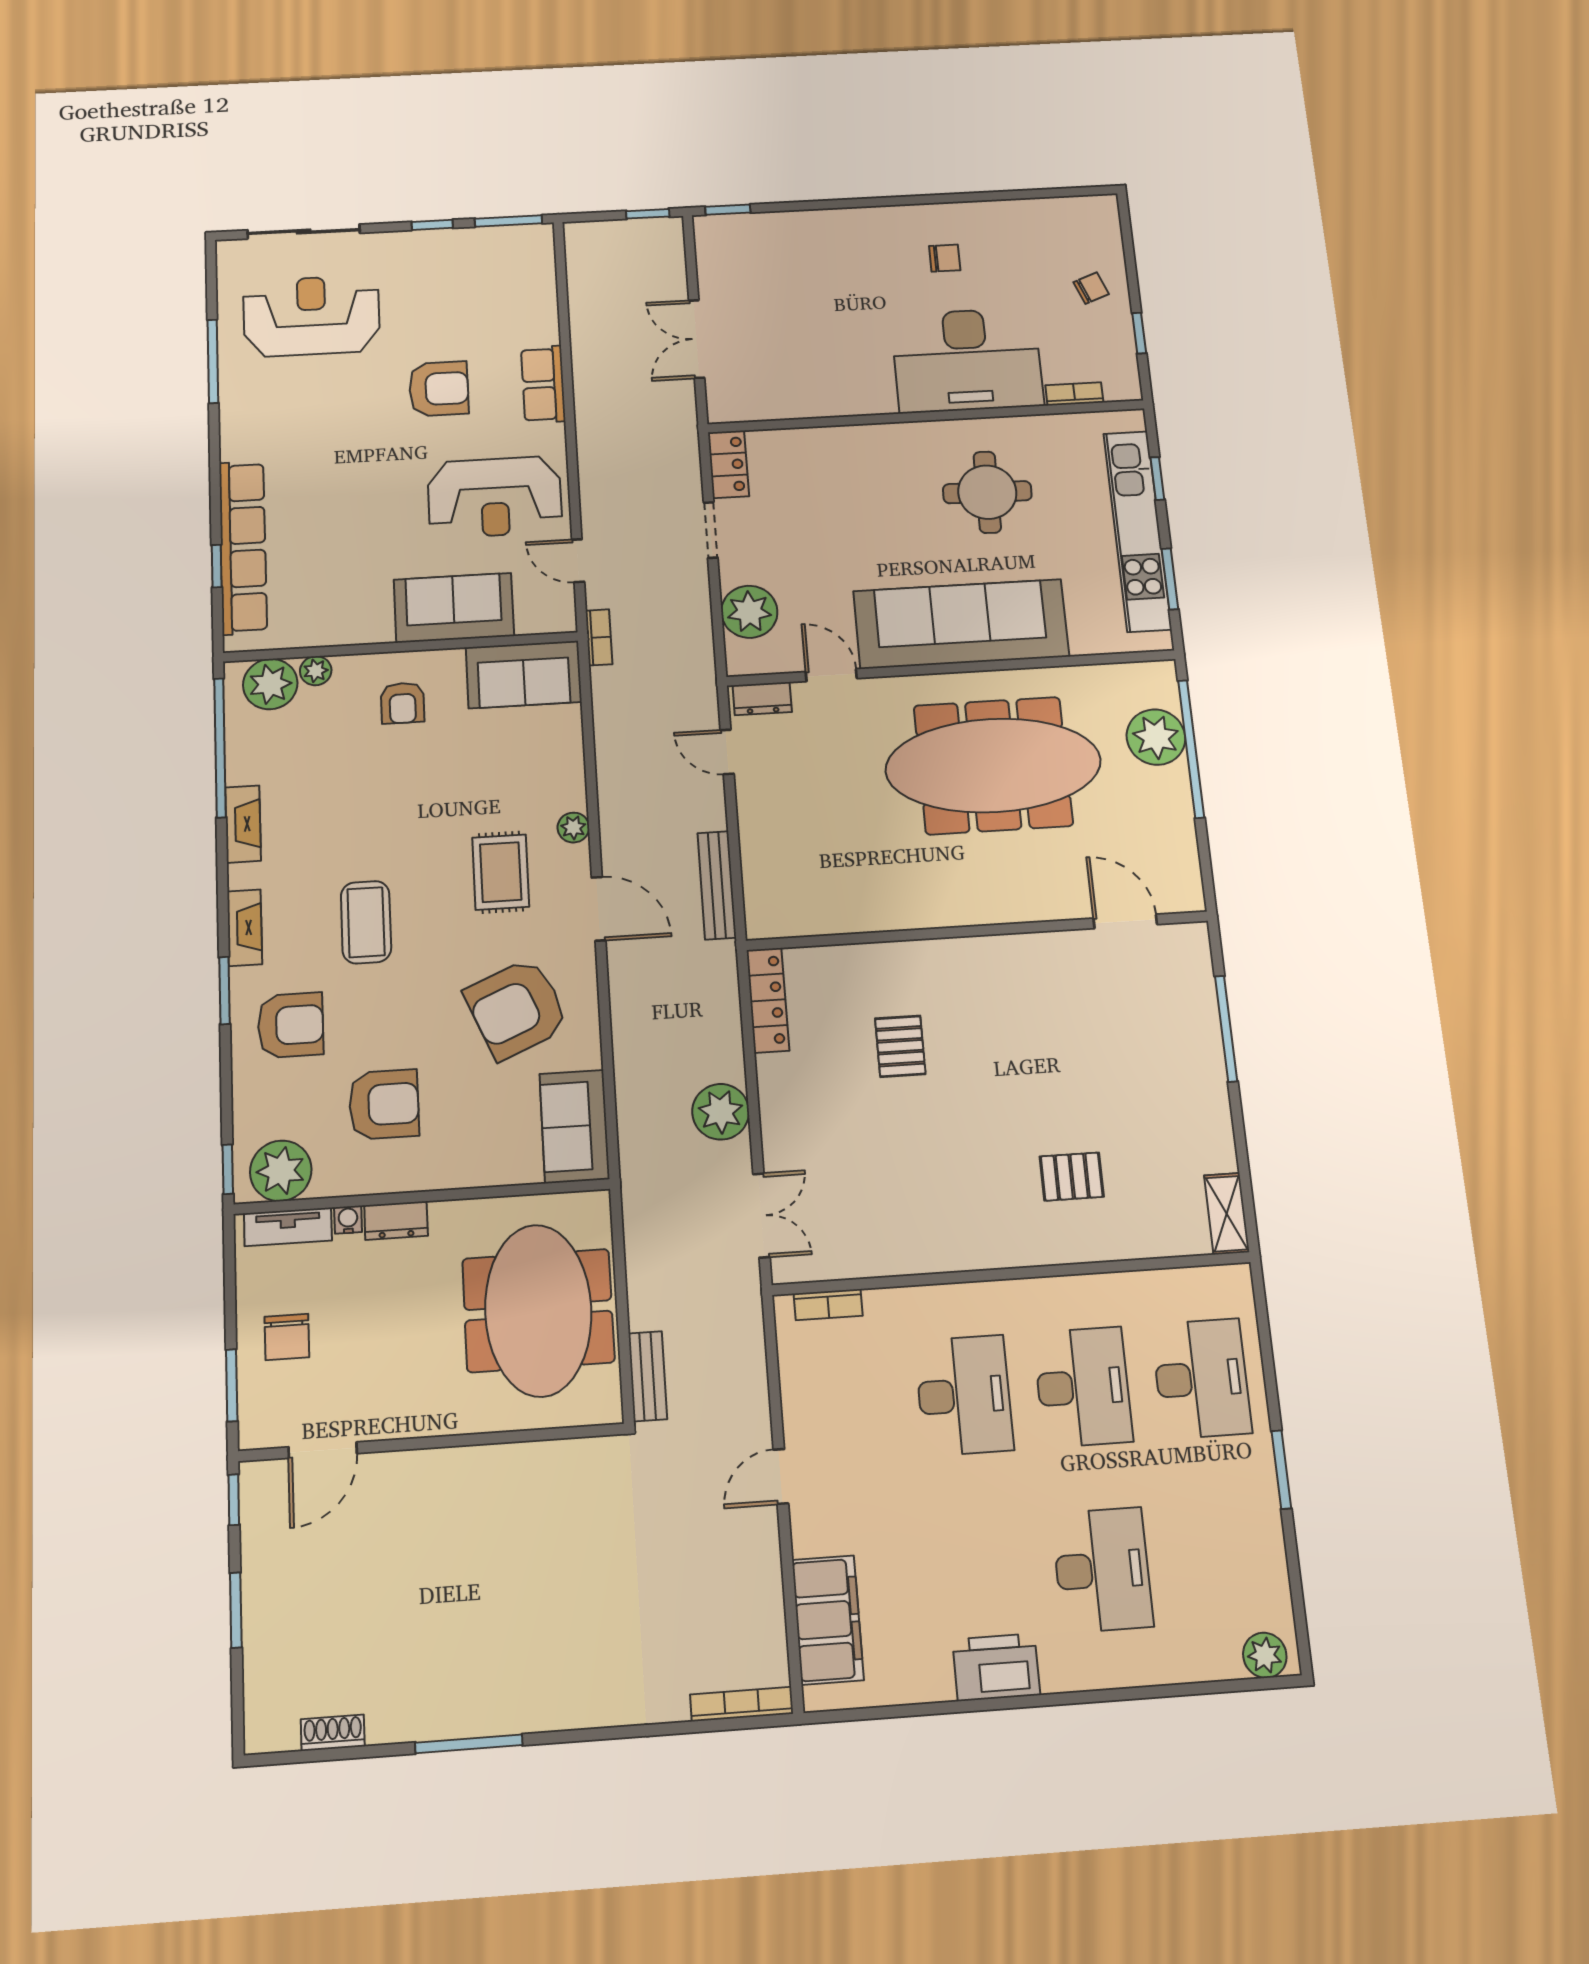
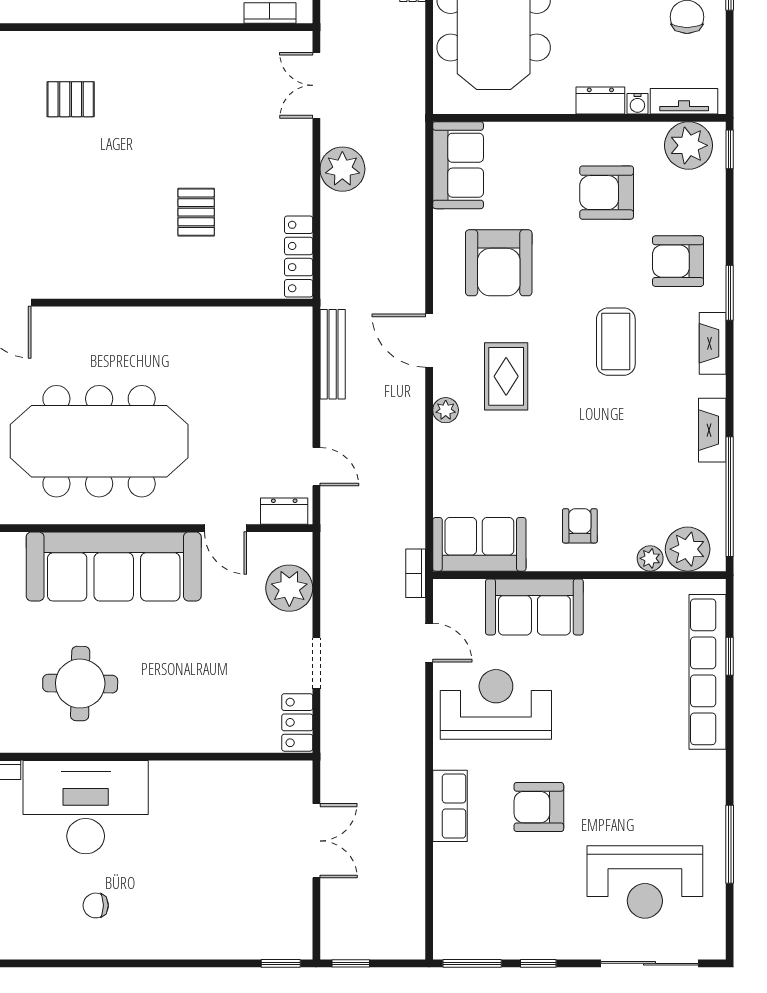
armchair: (517, 1009) -> (499, 263), turned 113

